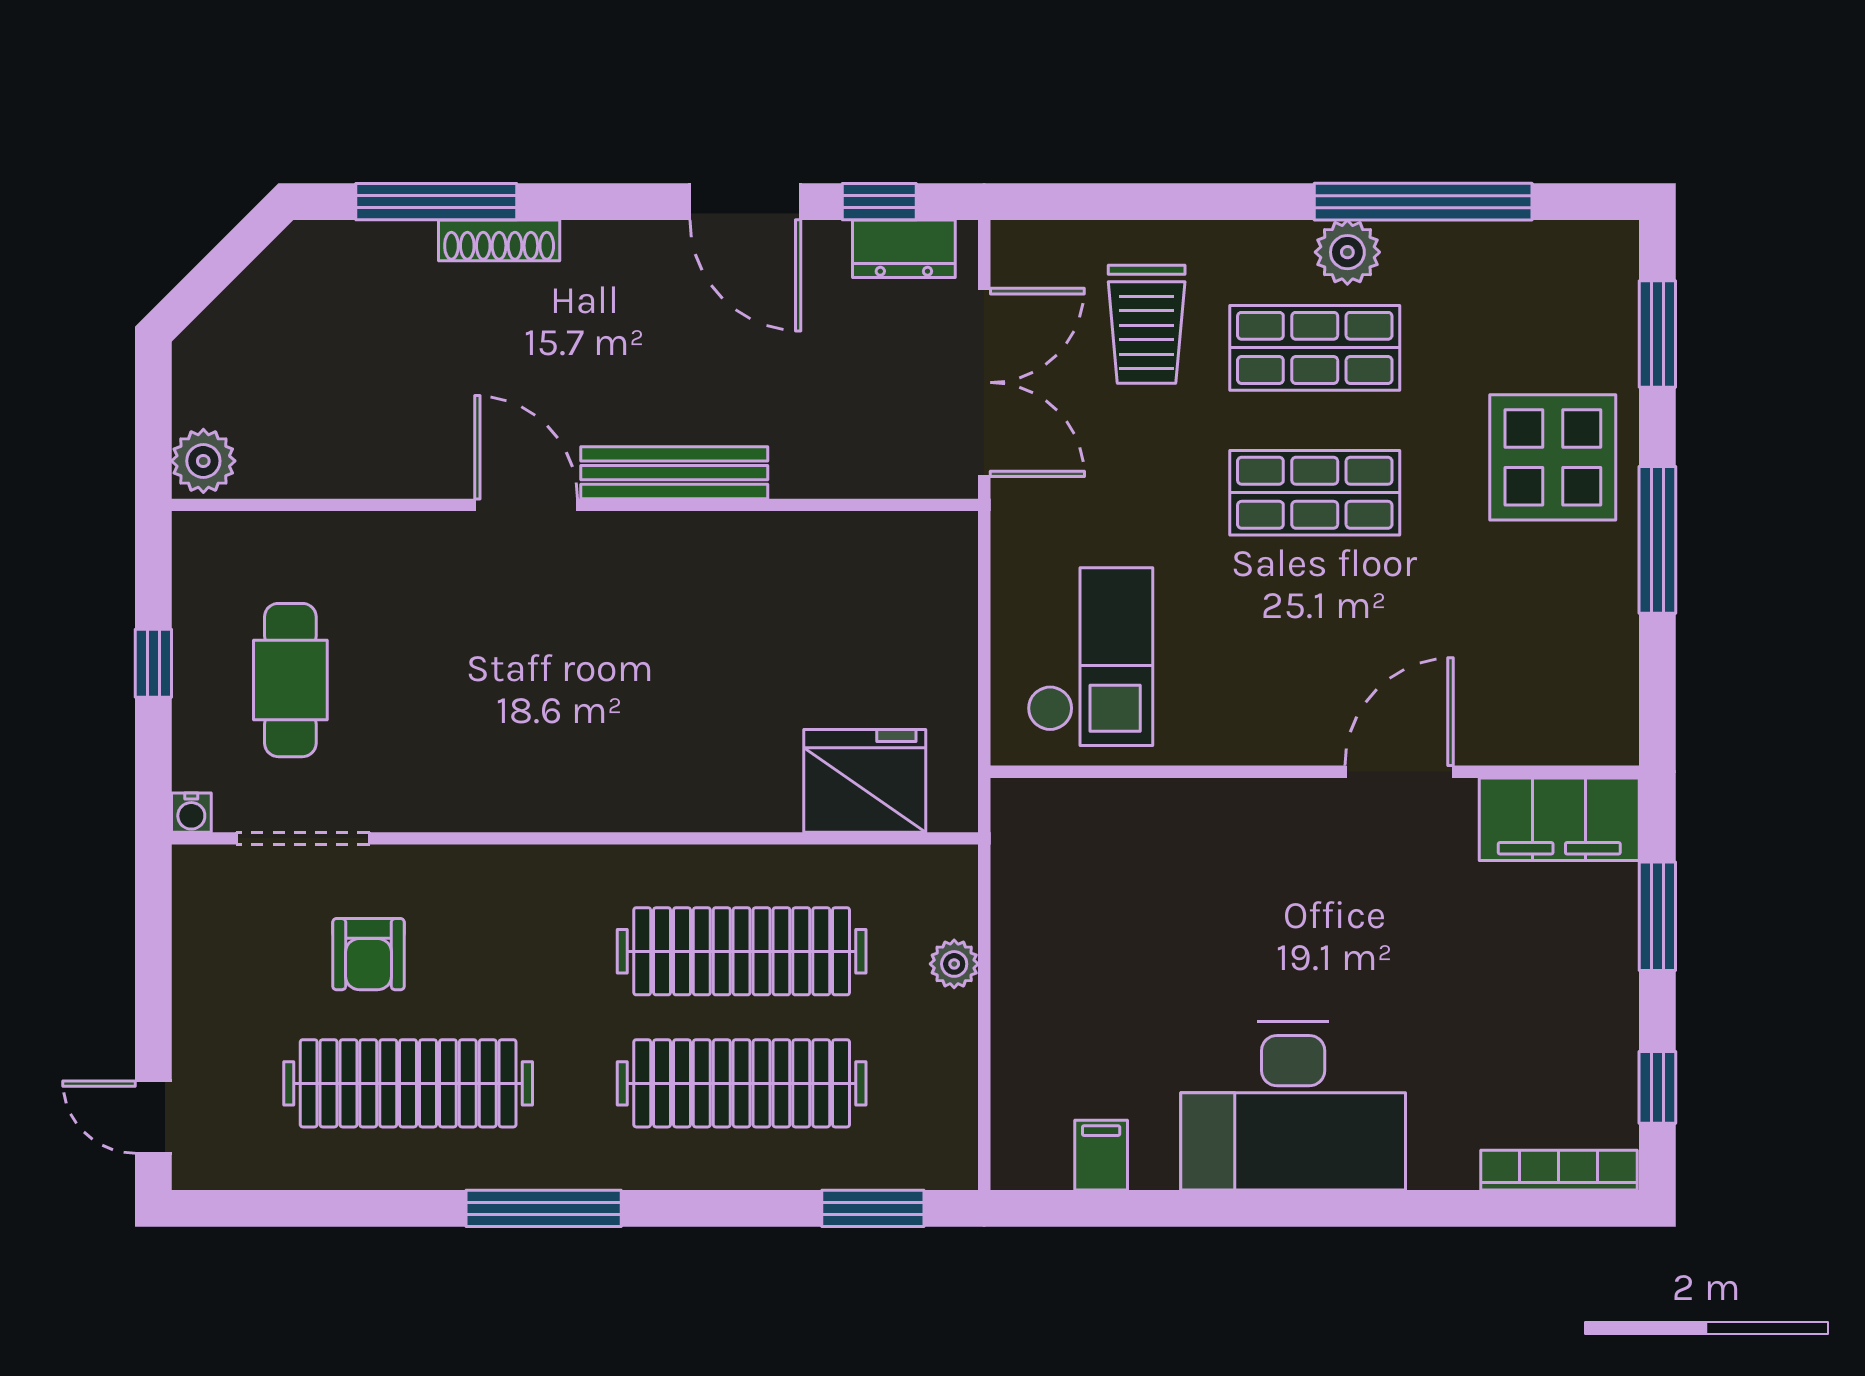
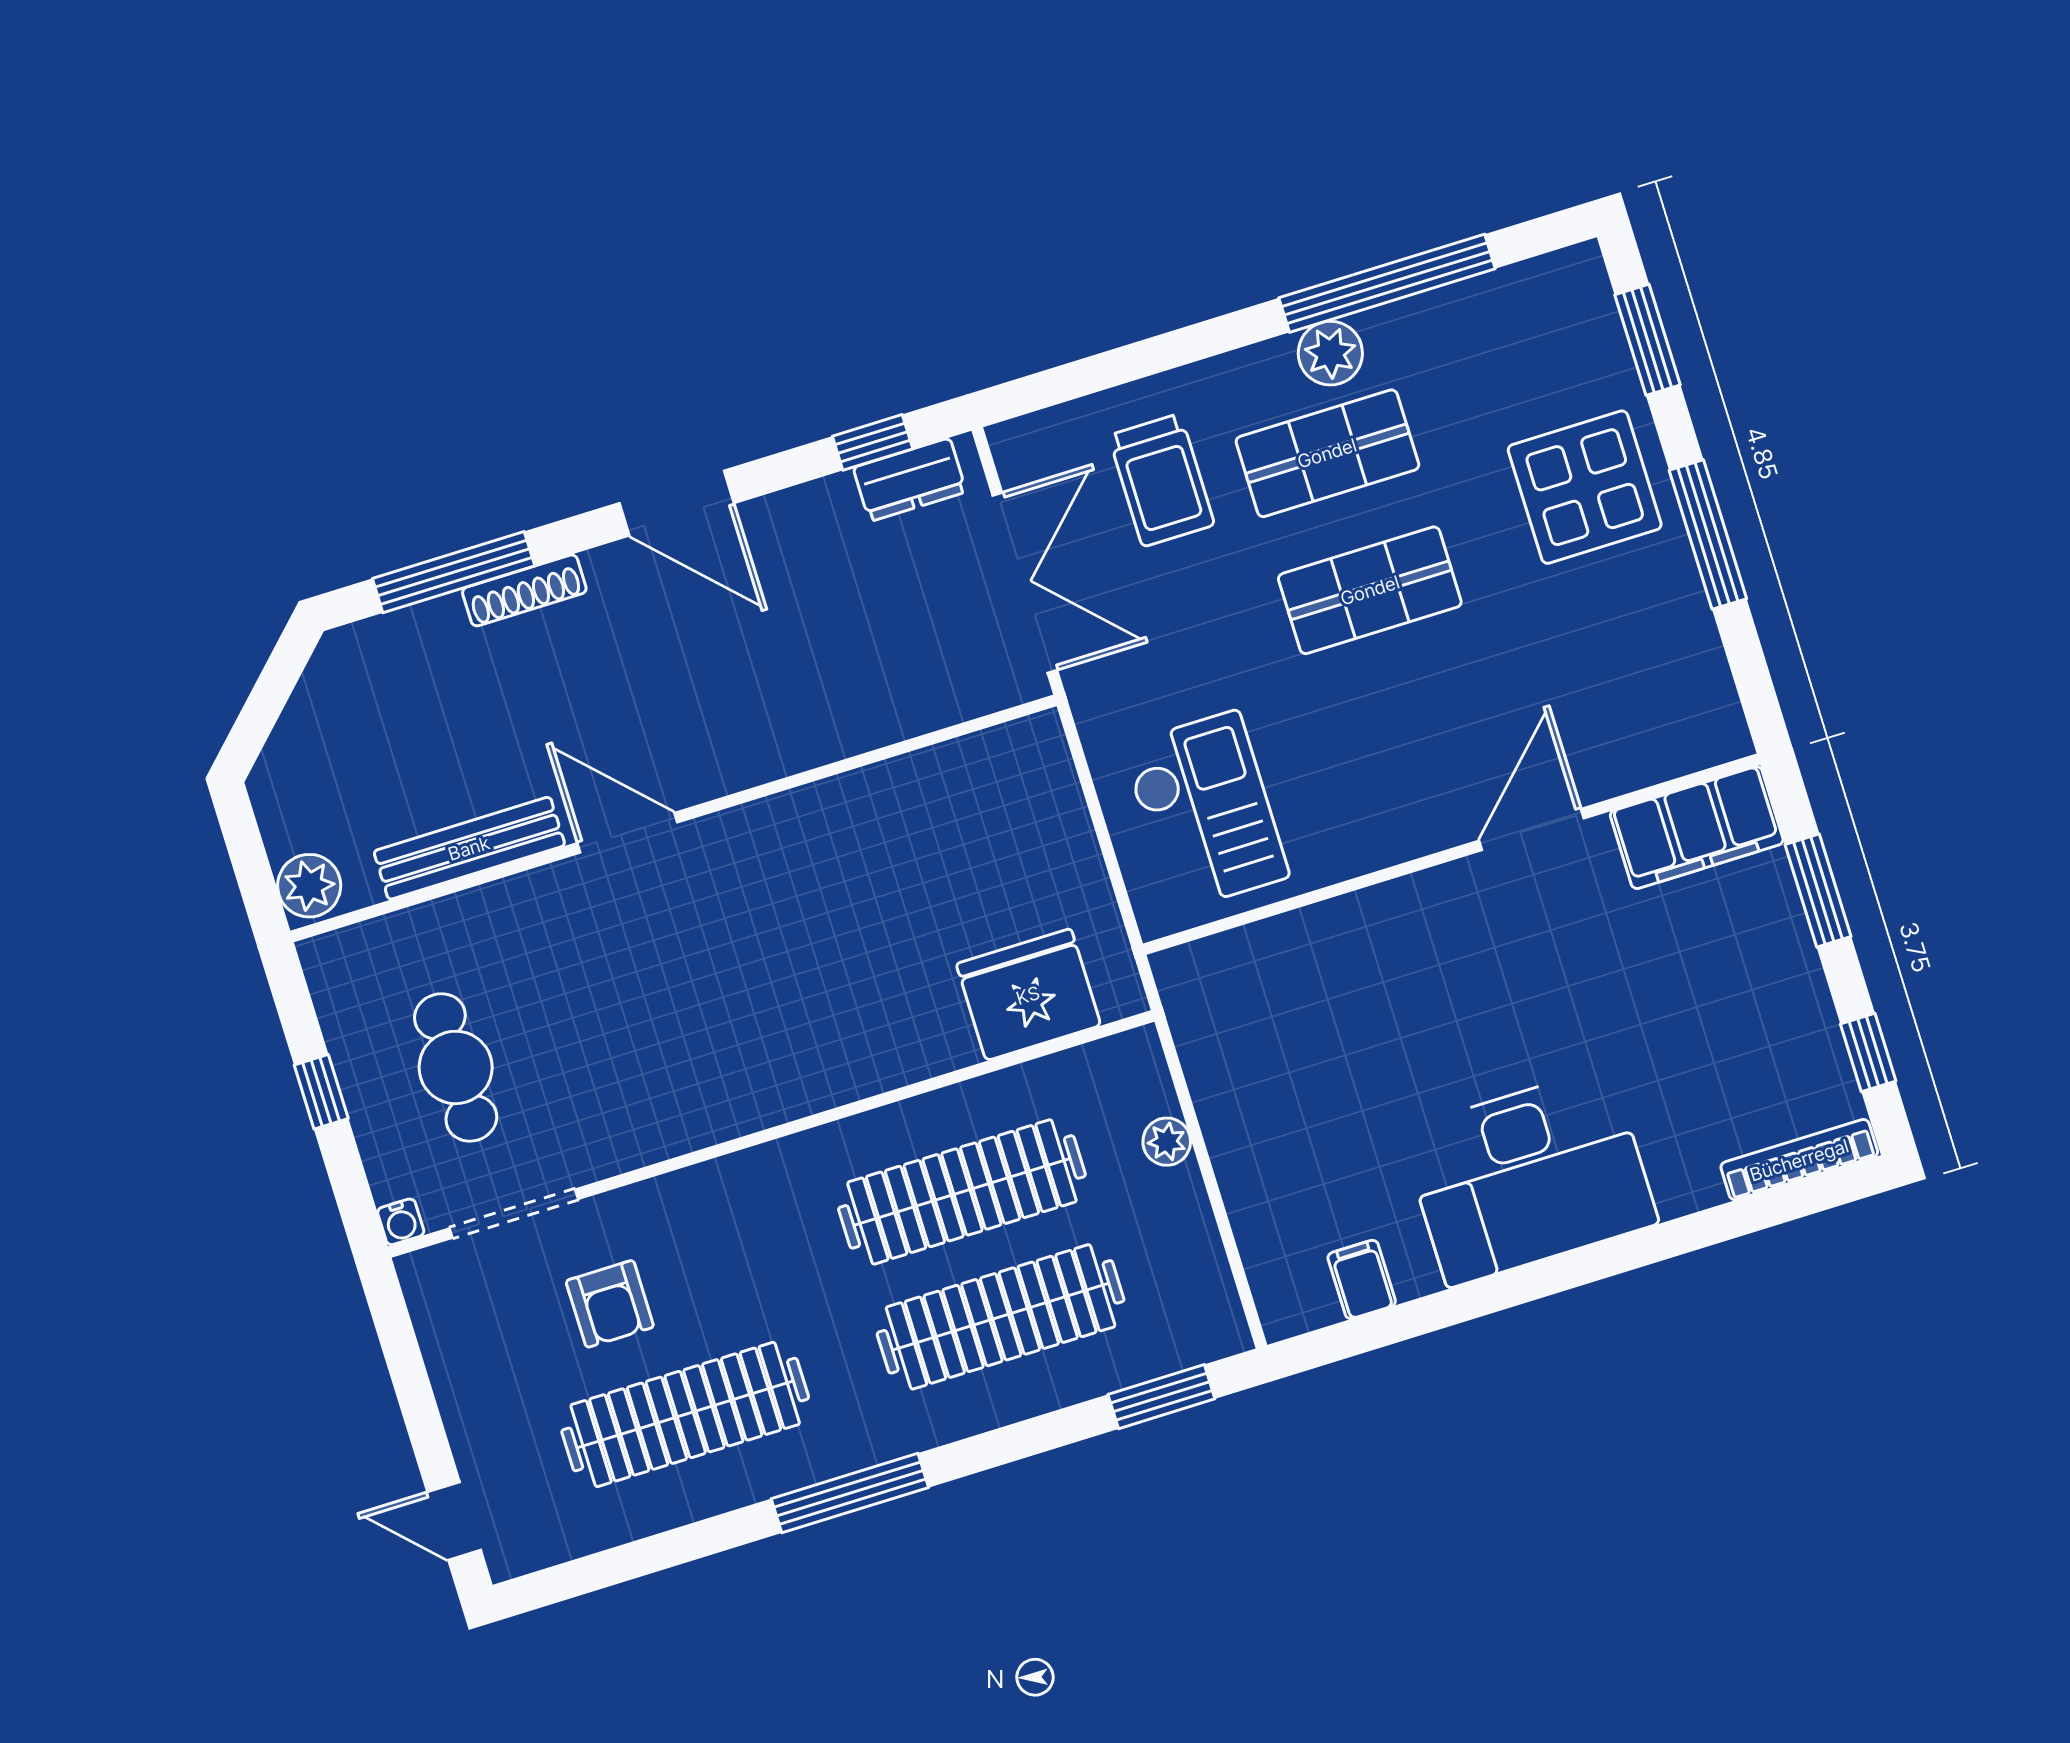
door: (745, 202) -> (677, 503), moved
bench: (674, 473) -> (469, 848), moved

